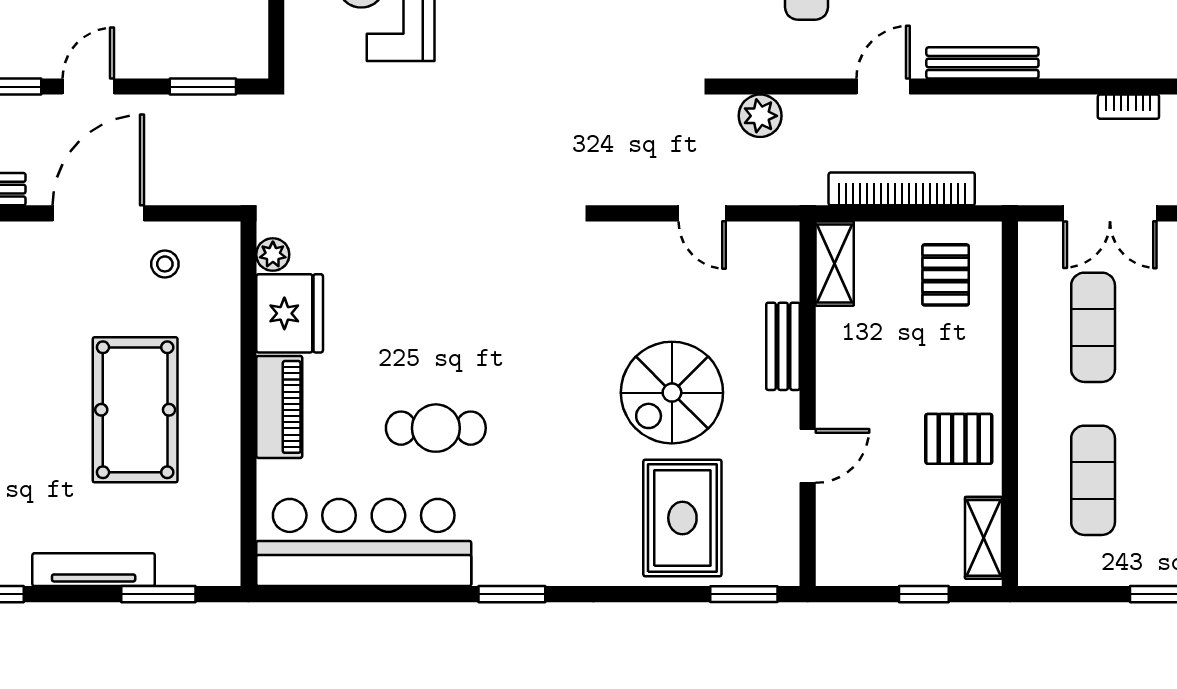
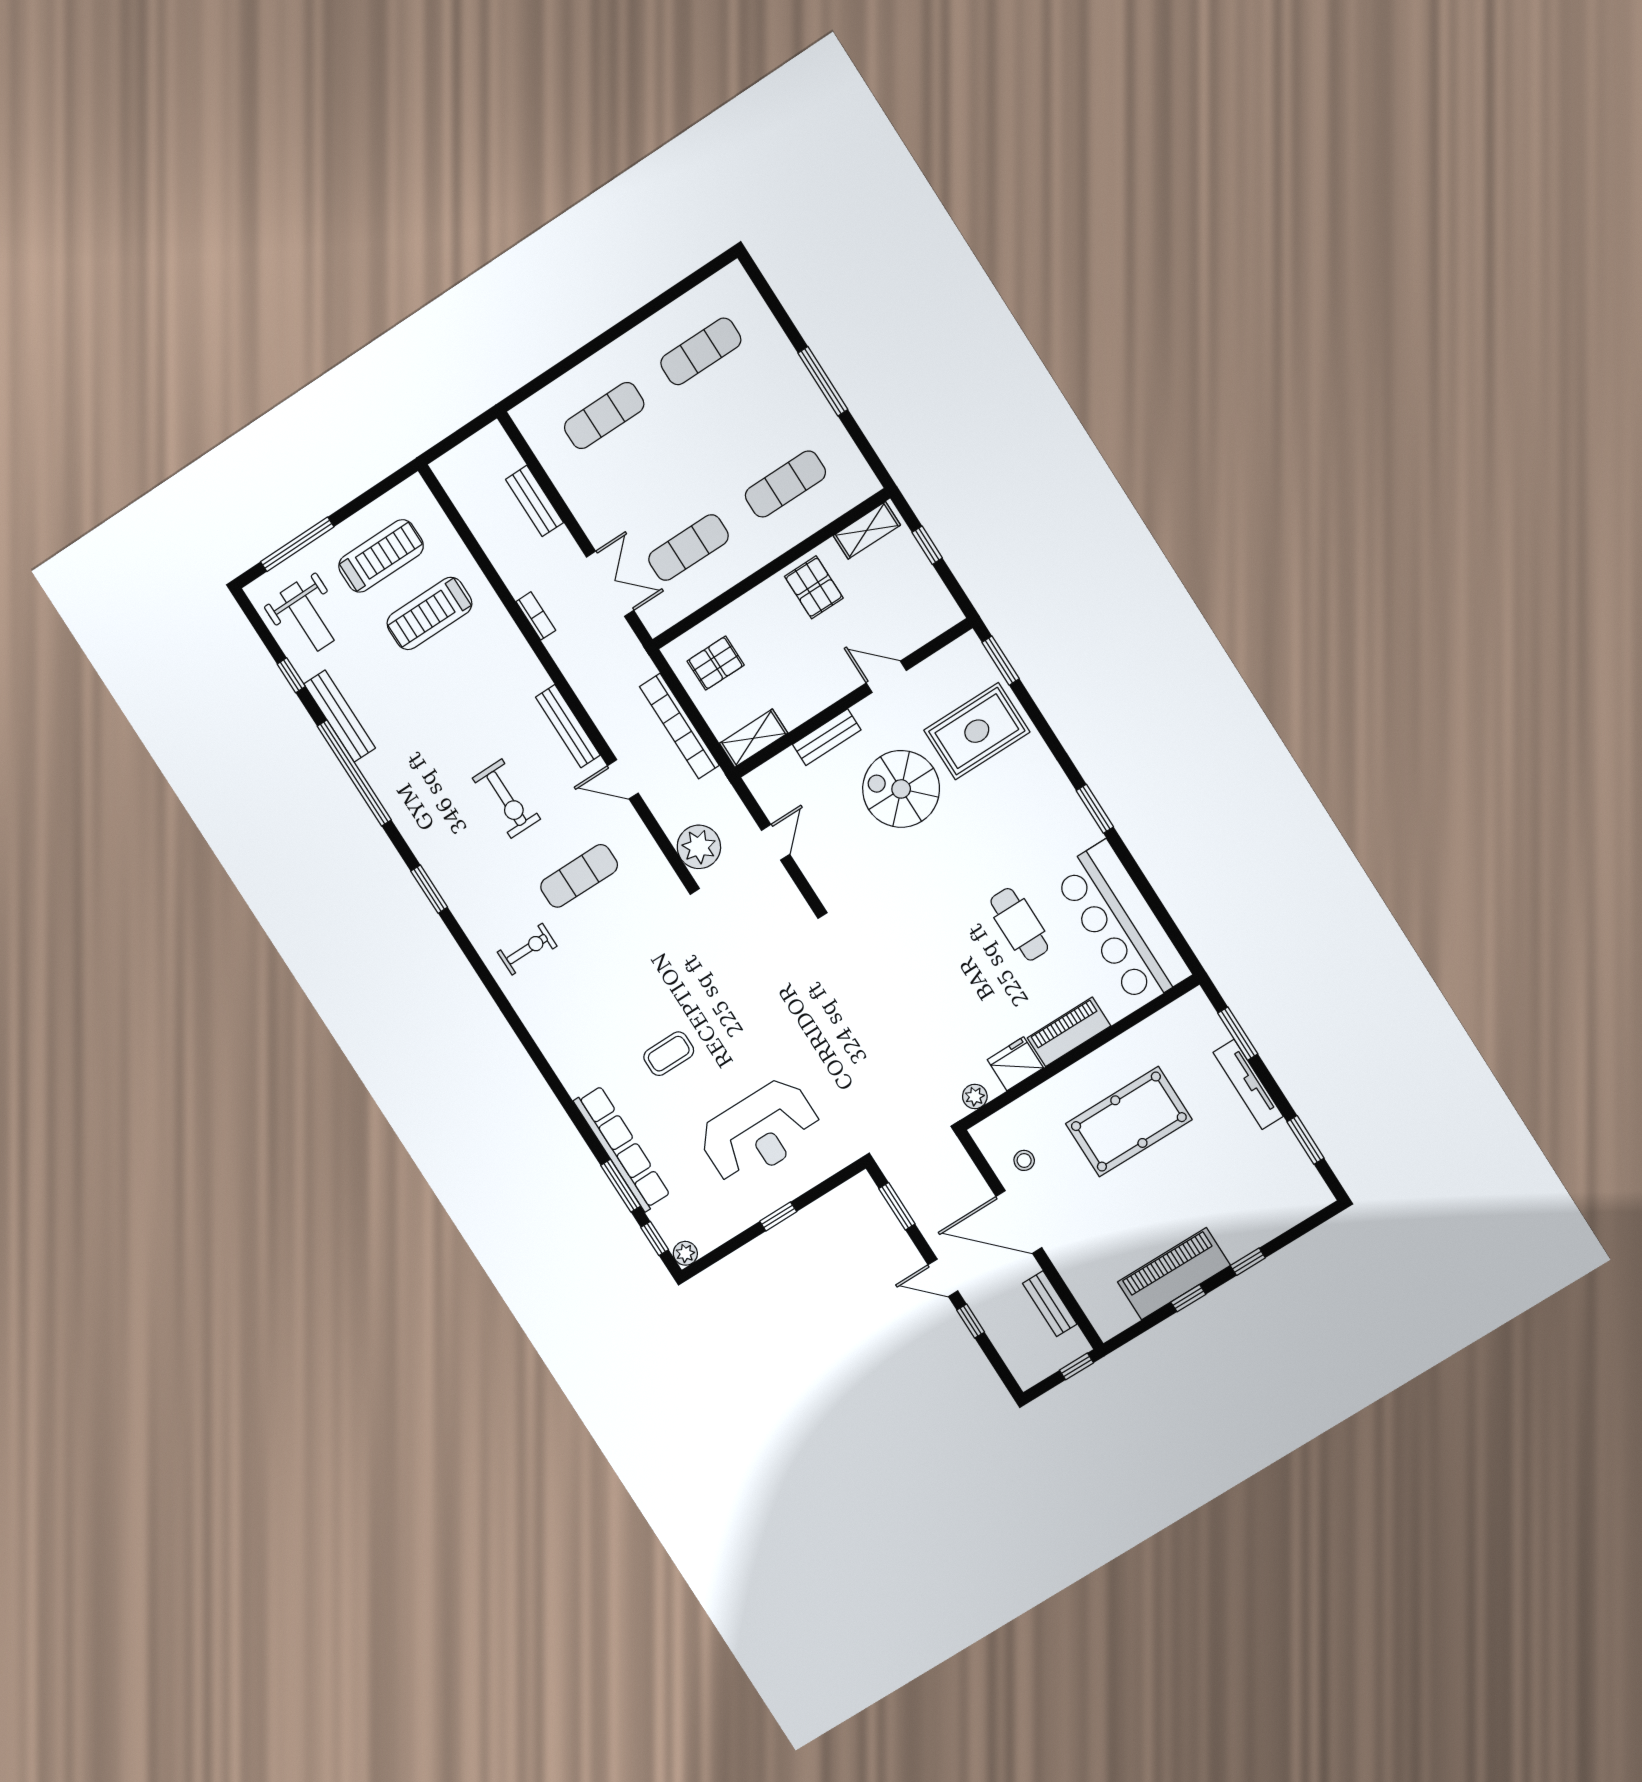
plant: (760, 116) -> (699, 847), width x1.36, depth x1.36
fridge: (290, 313) -> (1015, 1064), width x0.73, depth x0.75
spiral stairs: (672, 393) -> (901, 789), turned 180

